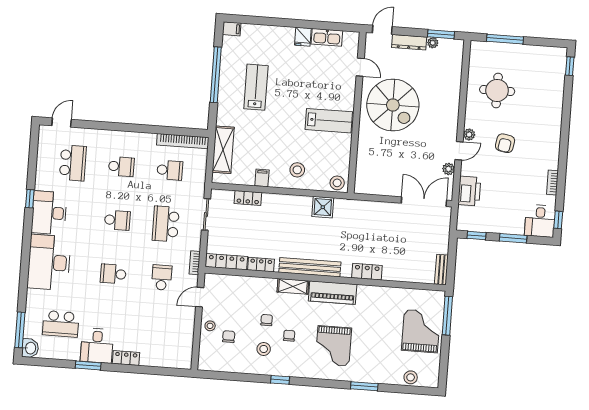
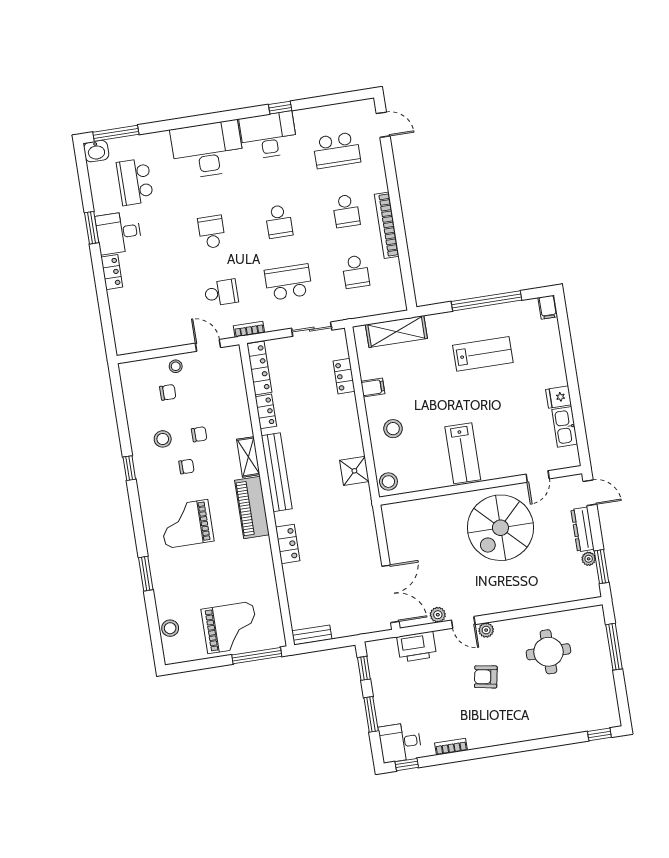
bookcase: (183, 141) -> (387, 225), moved

